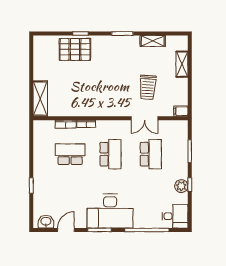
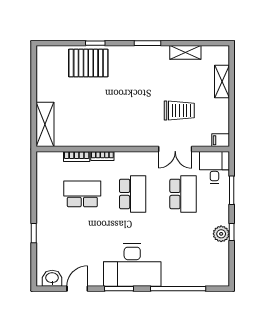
trolley: (148, 87) -> (179, 111), turned -94
desk: (175, 216) -> (214, 167), moved, turned -90

